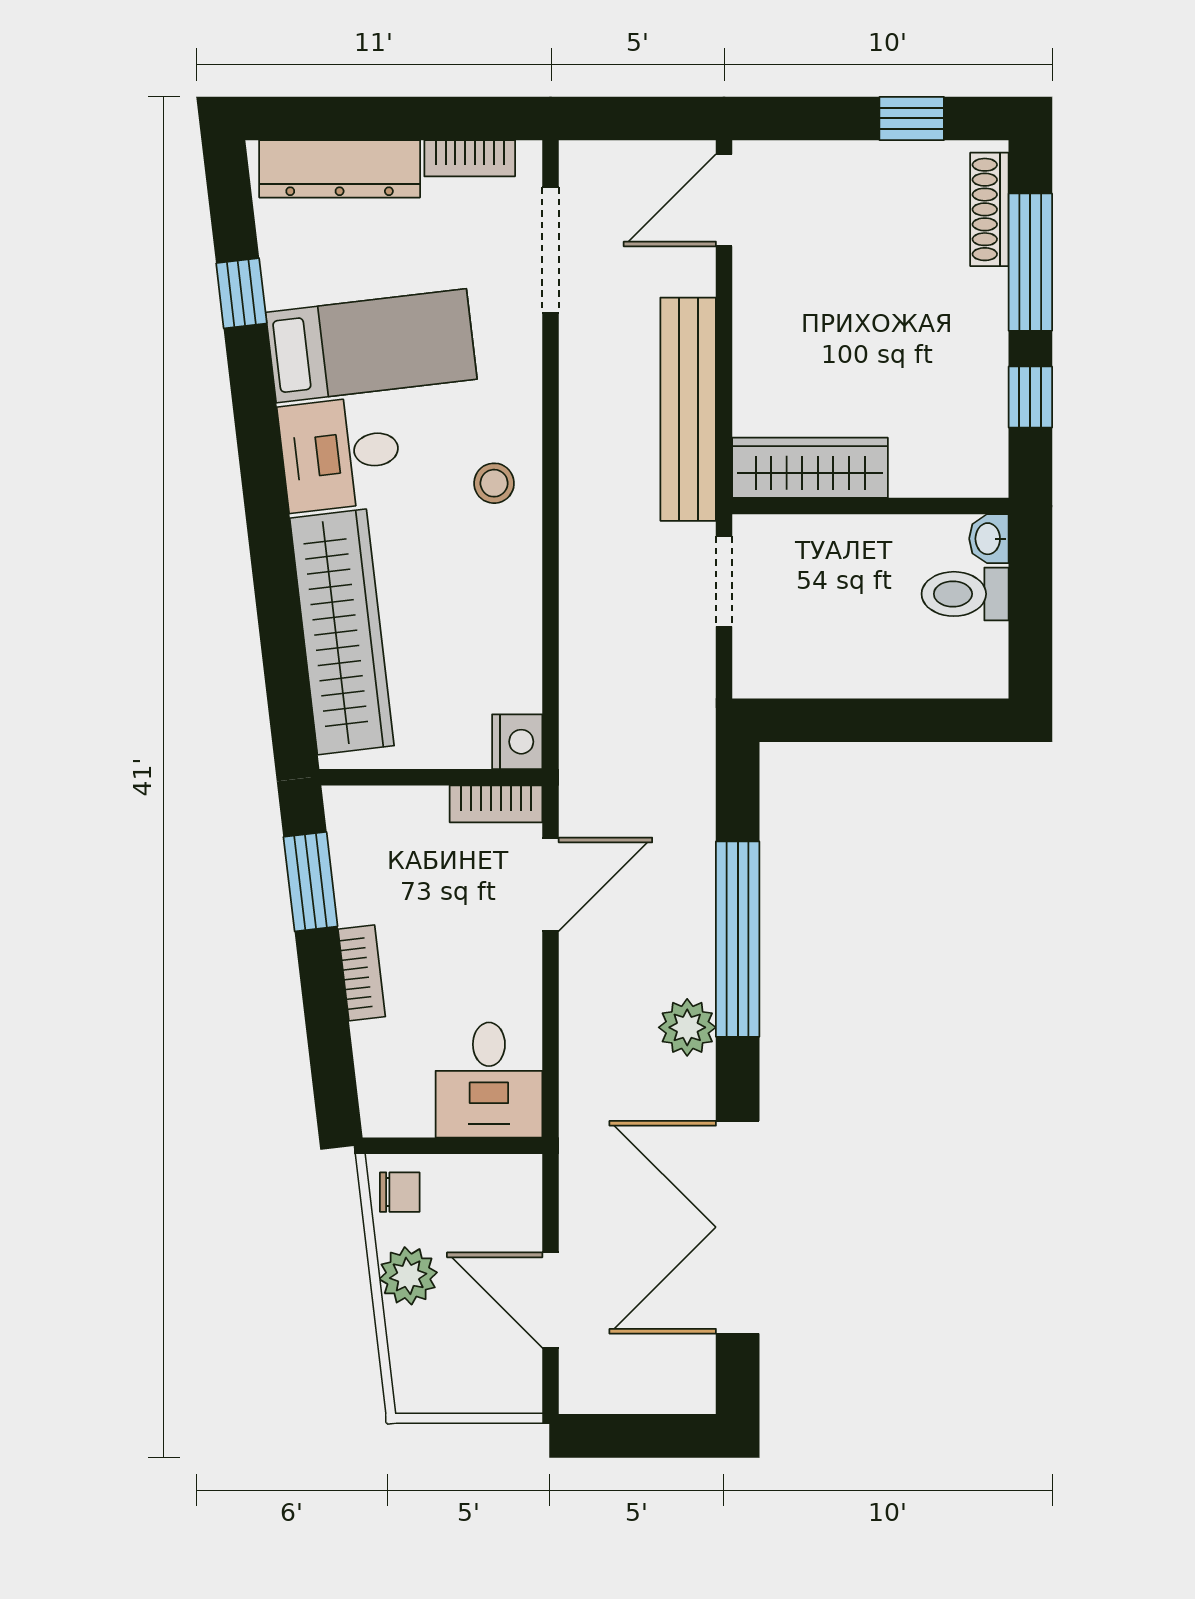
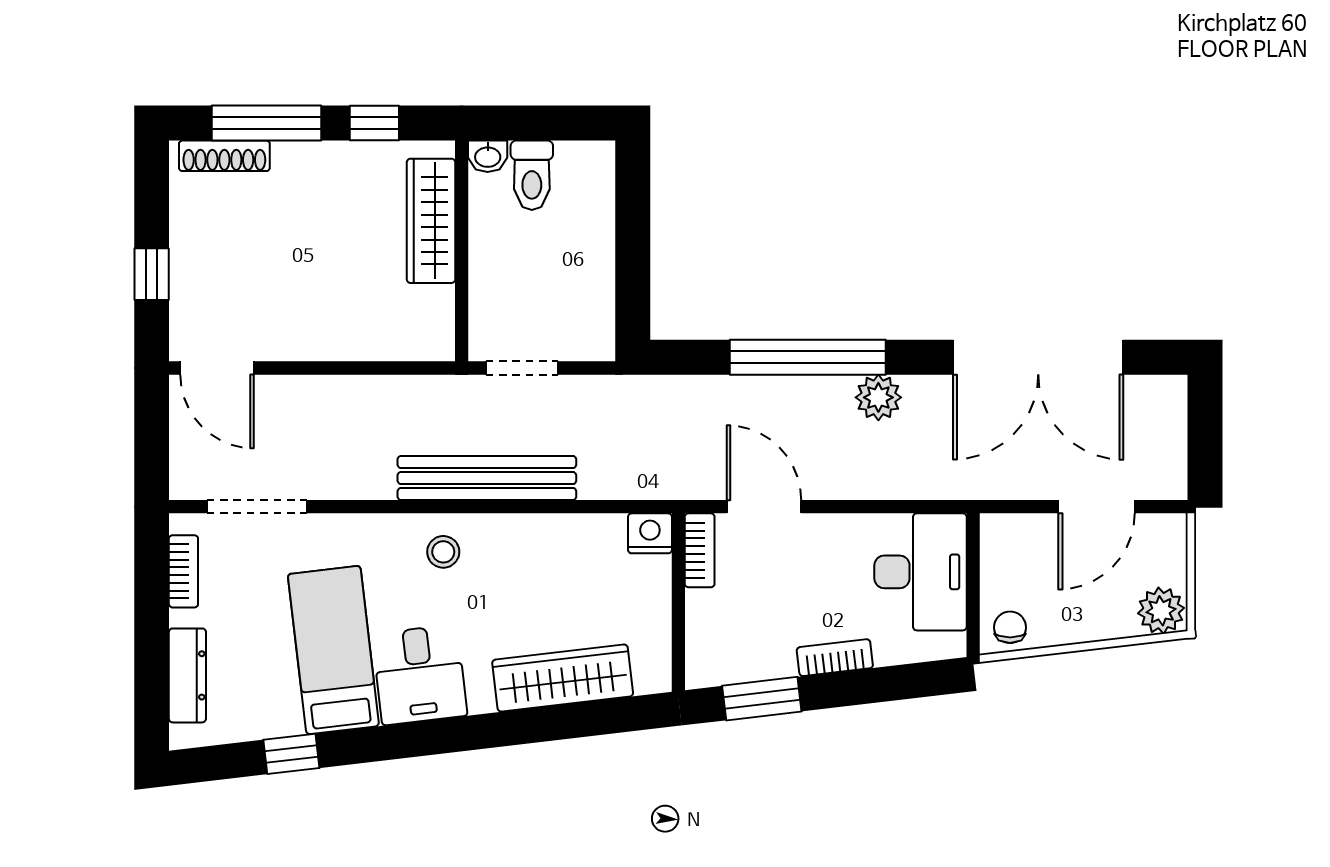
window: (912, 118) -> (152, 274), moved
dresser: (340, 169) -> (187, 675), width x0.73, depth x0.80
bench: (688, 409) -> (487, 478), moved
wardrobe: (810, 468) -> (431, 221), moved
wardrobe: (342, 632) -> (563, 678), width x0.71, depth x0.85
desk: (489, 1080) -> (921, 572), width x1.37
plant: (408, 1276) -> (1161, 611), moved

